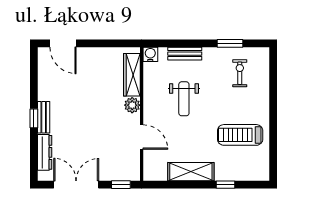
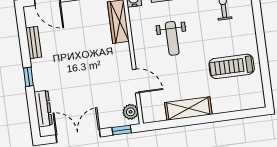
plant: (132, 105) -> (131, 112), moved
bench: (44, 117) -> (34, 42), moved
window: (226, 185) -> (224, 117), removed

